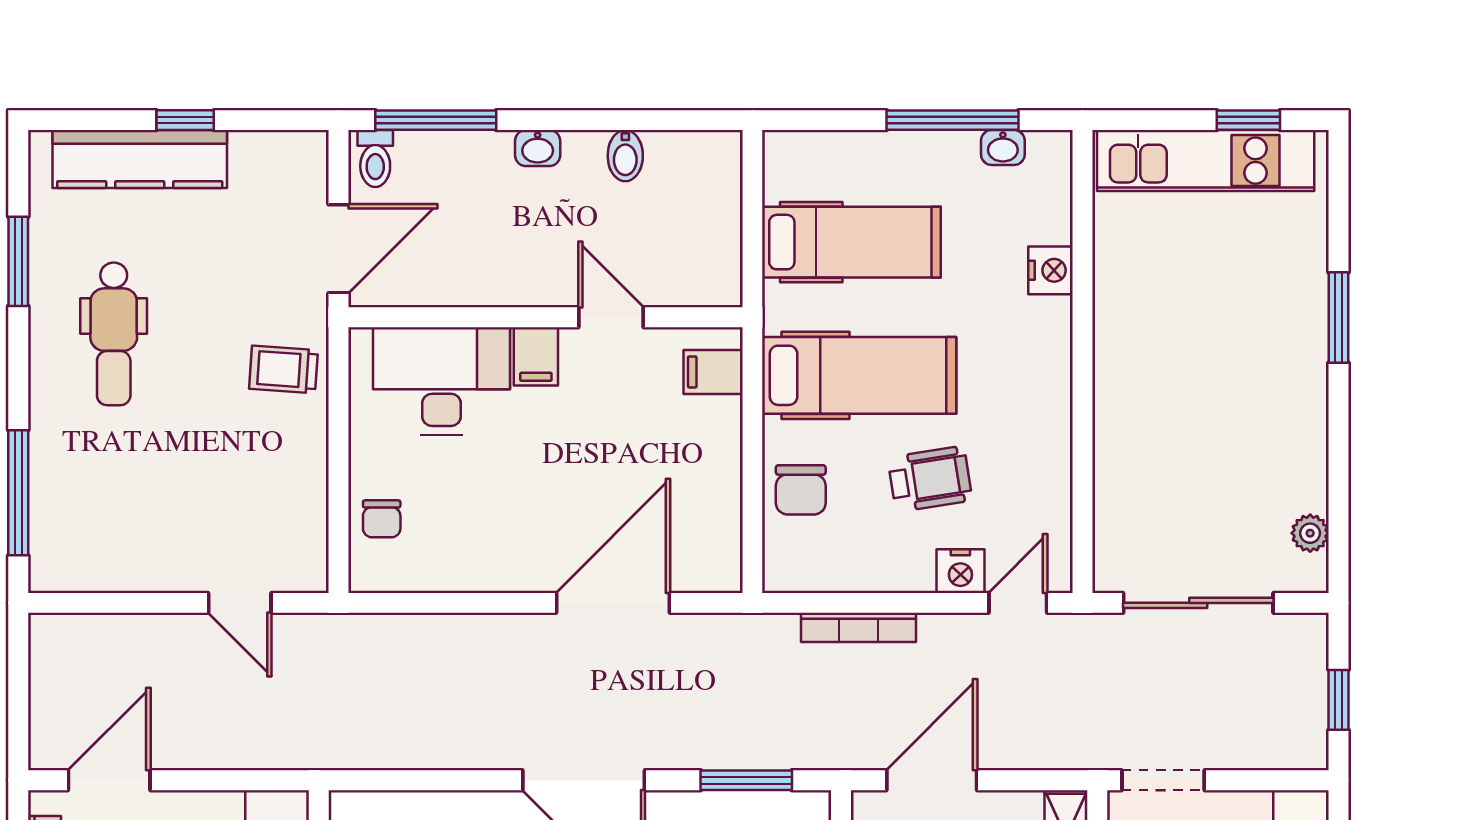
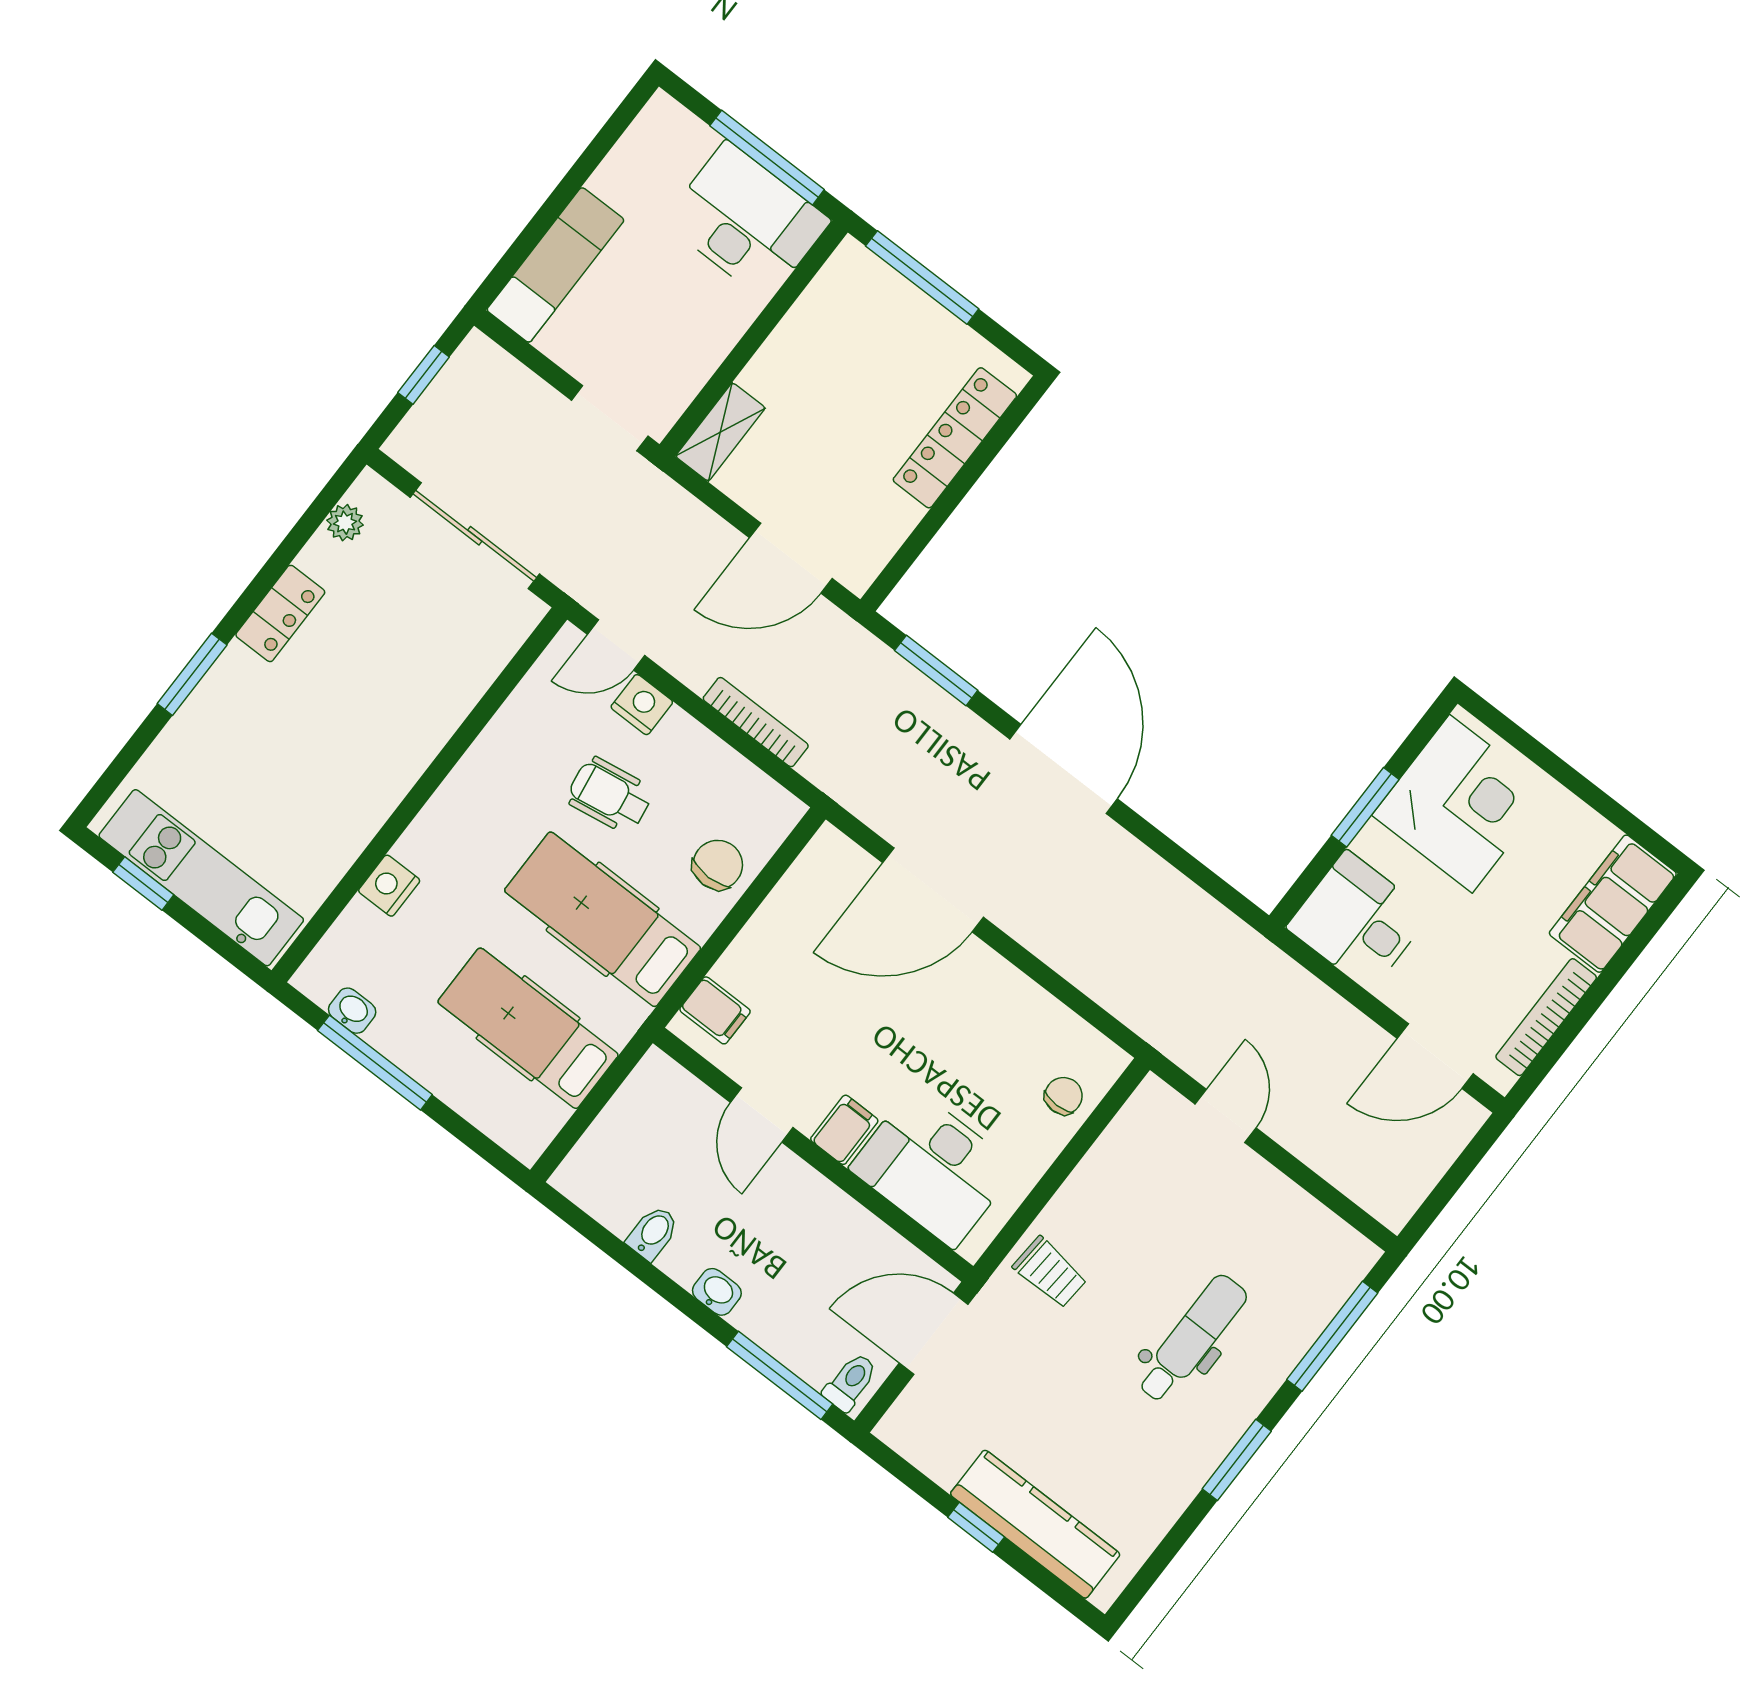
window: (18, 261) -> (1237, 1460), moved
dental chair: (114, 334) -> (1192, 1339), moved
locker: (1306, 421) -> (280, 613), added

